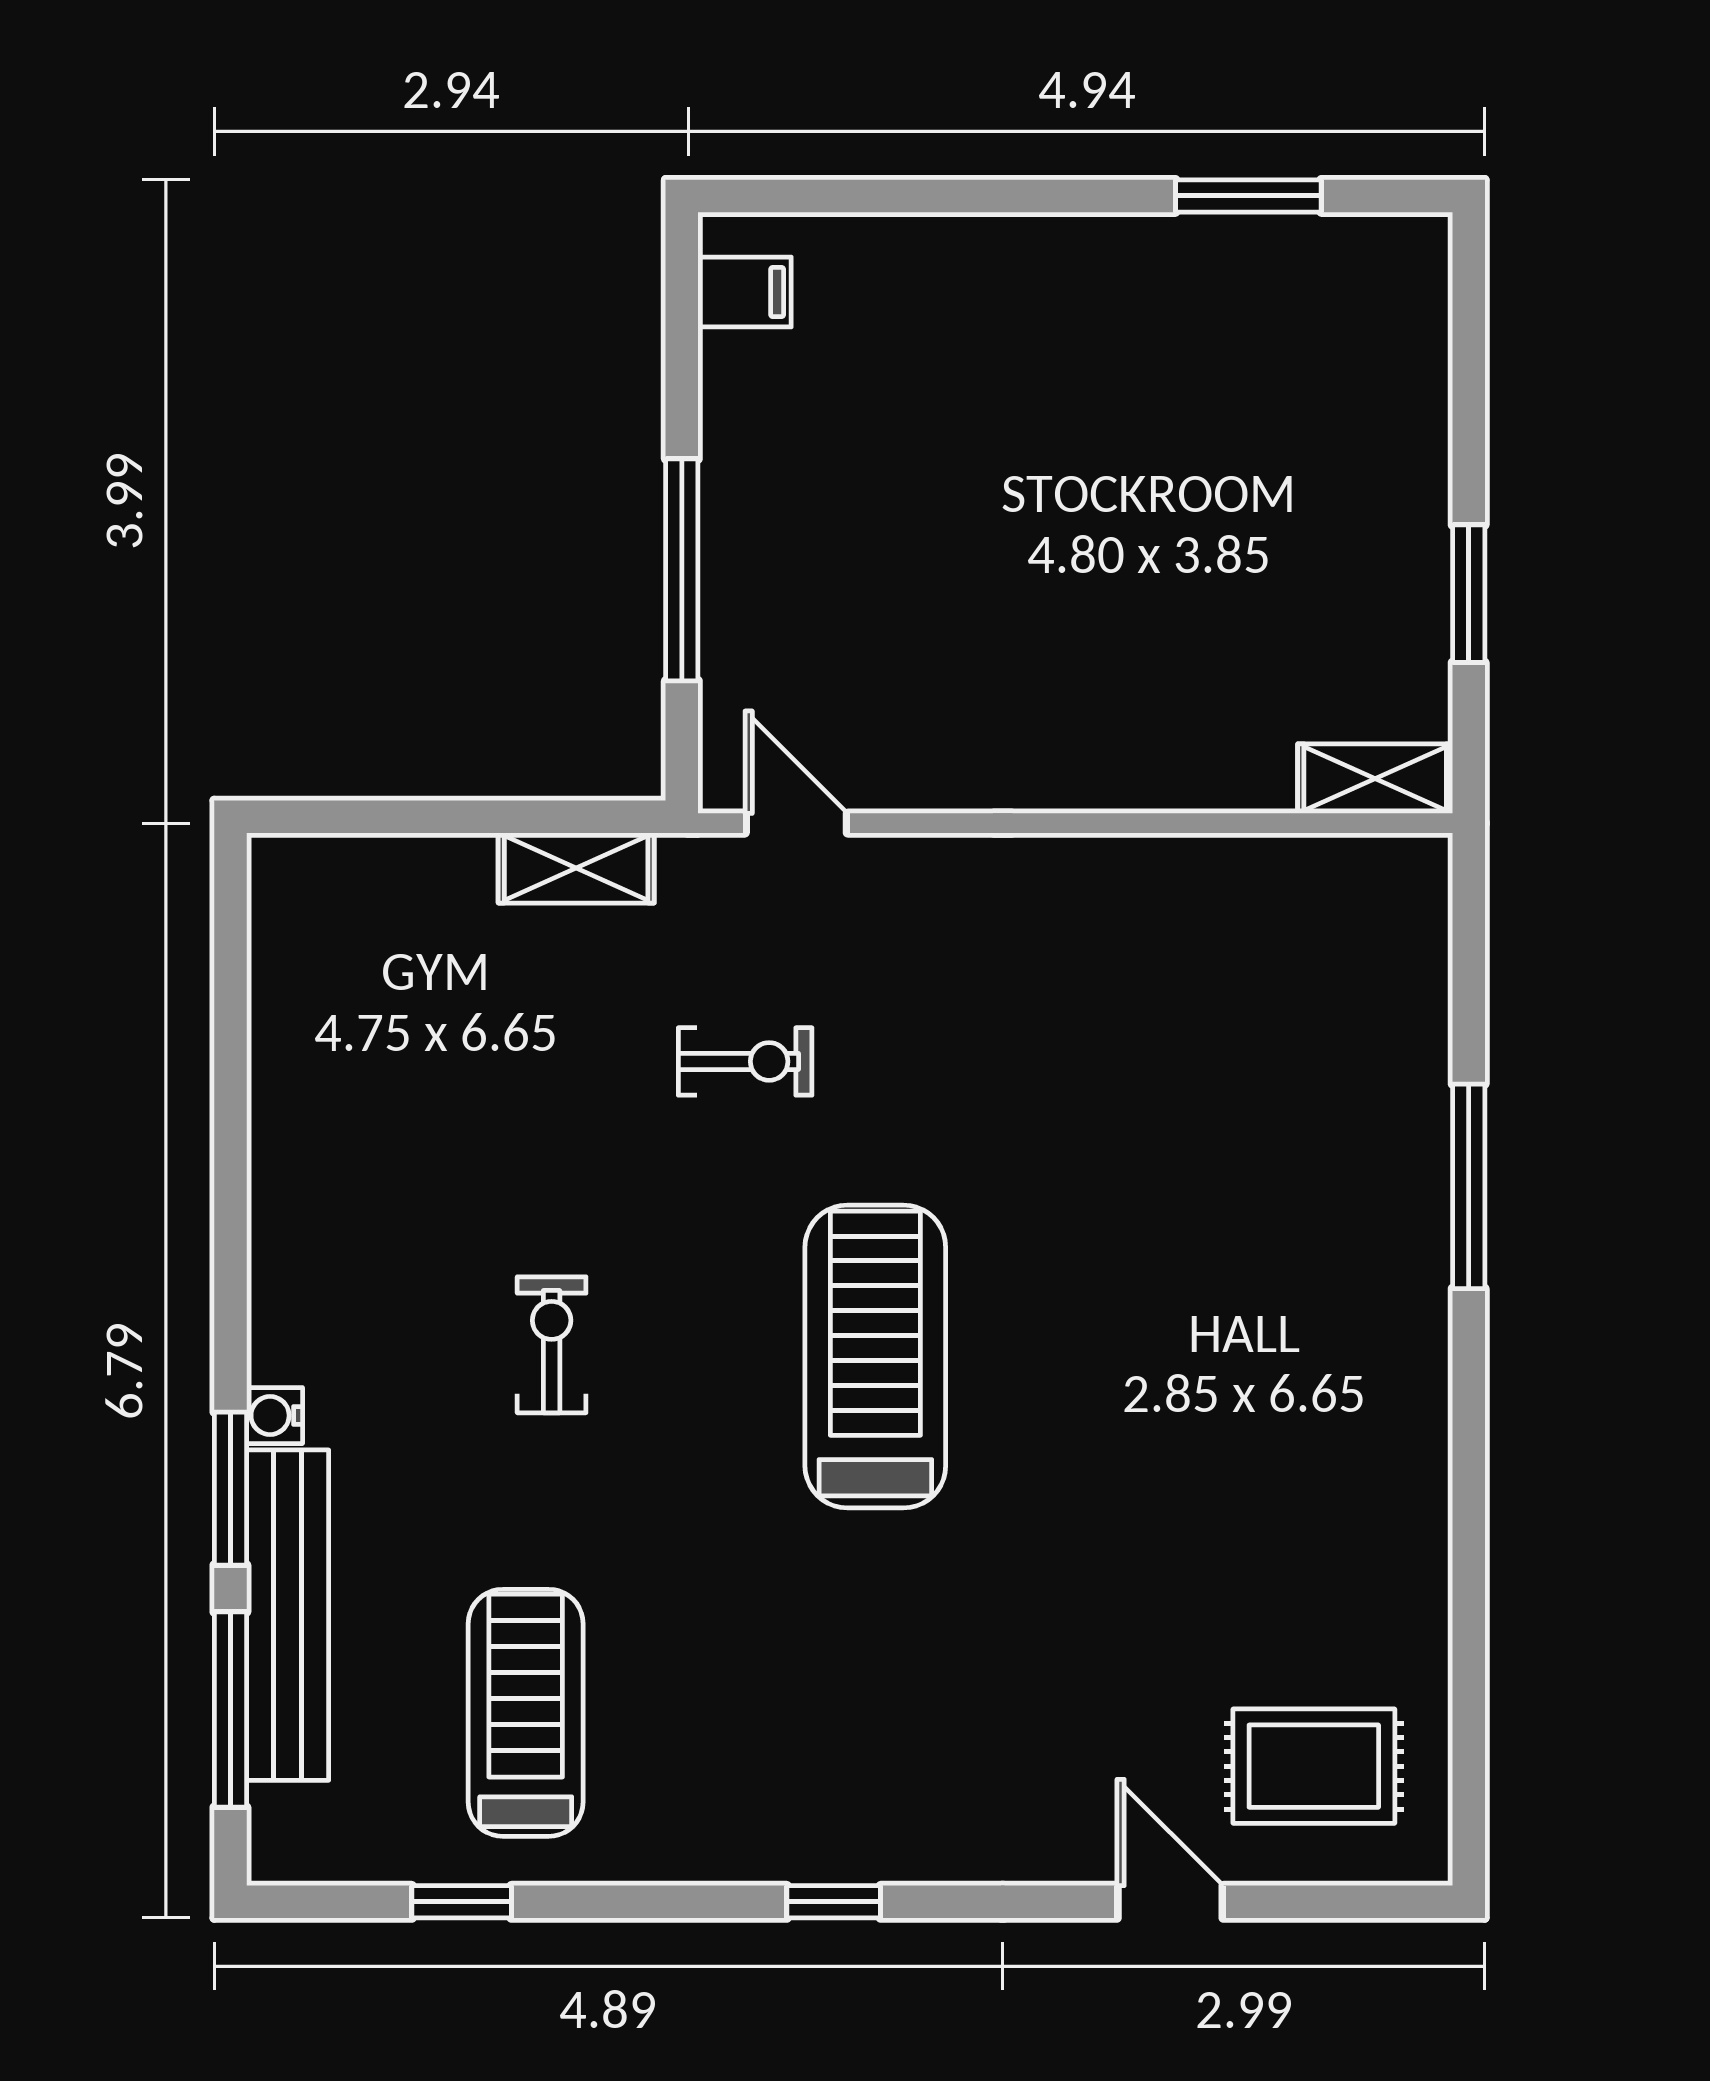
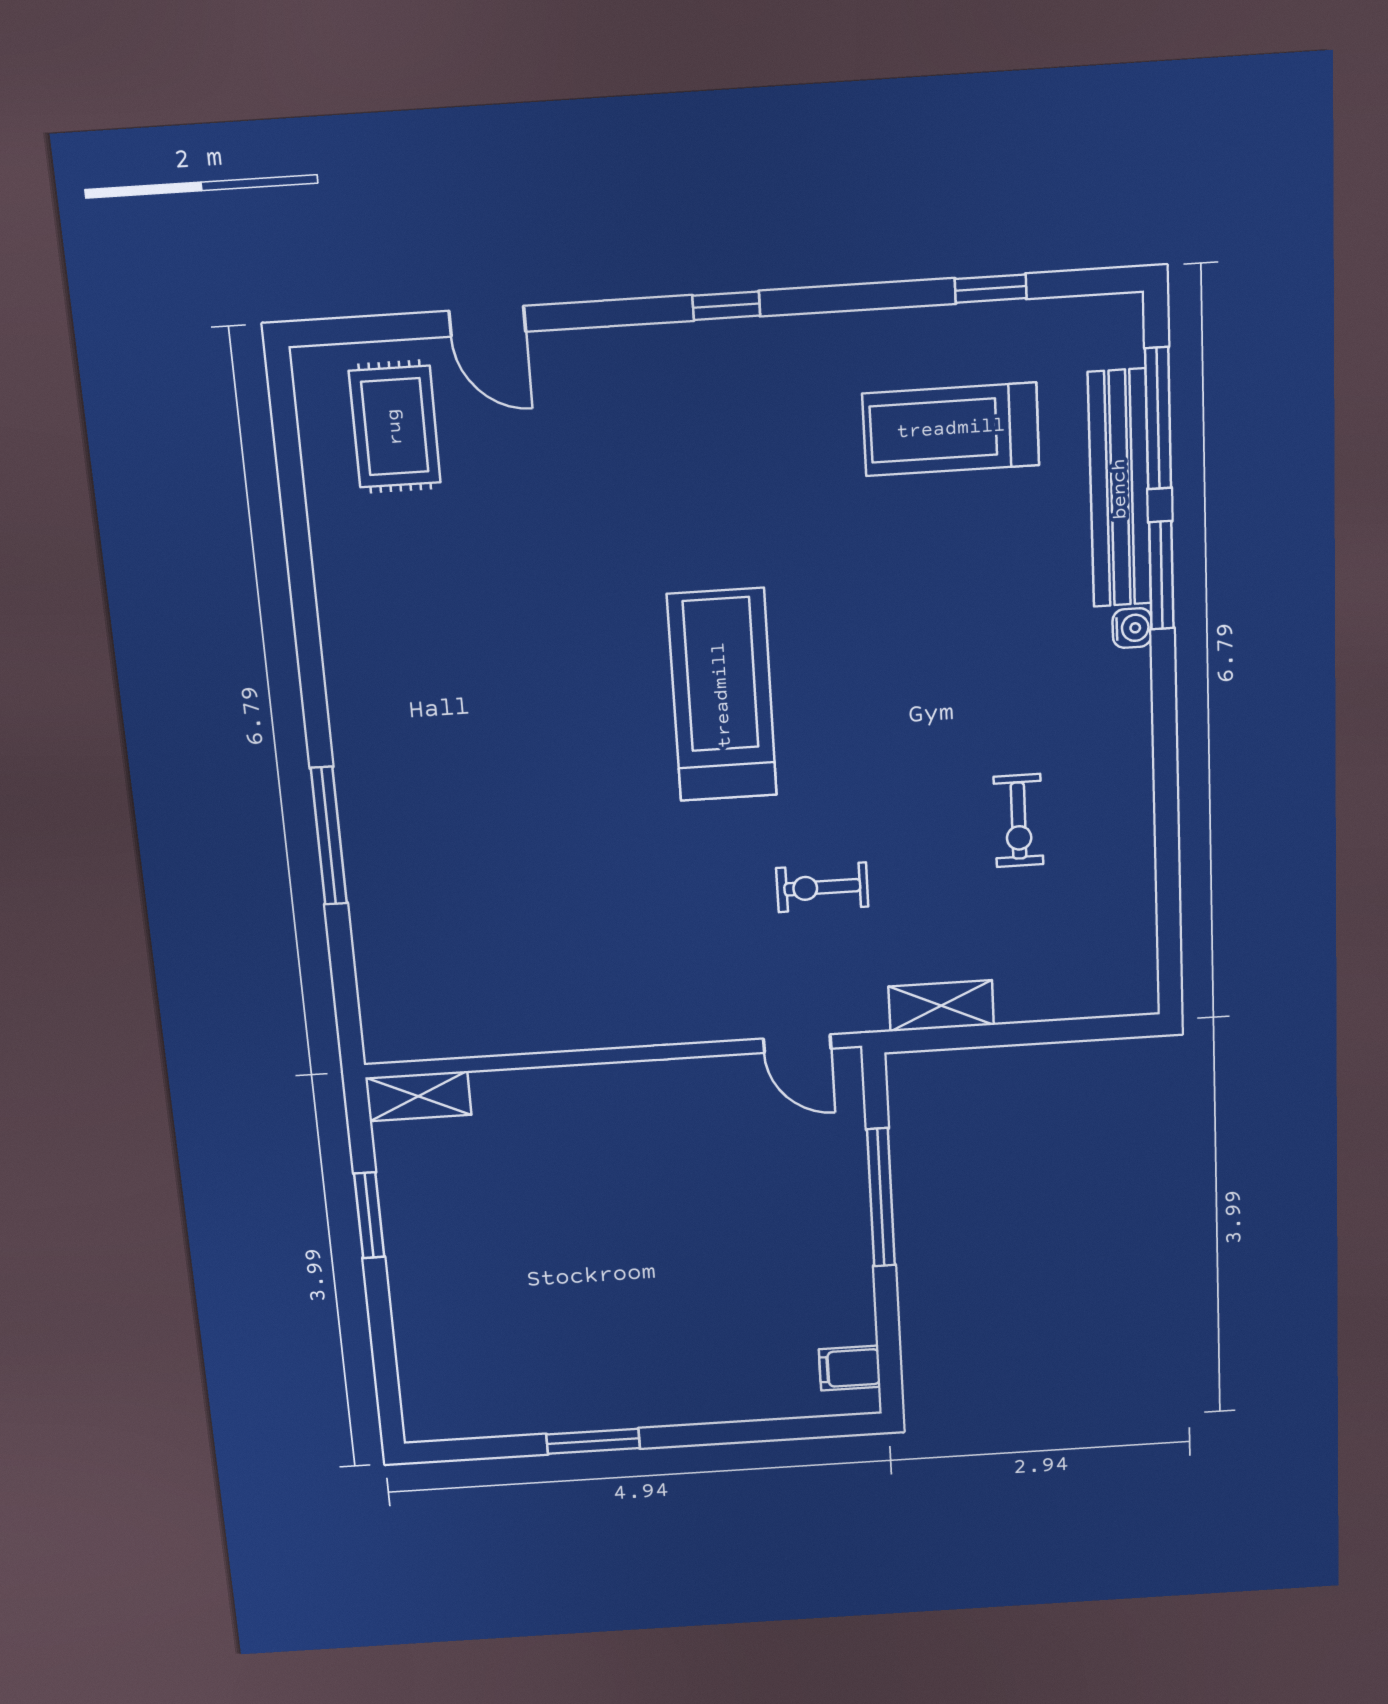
window: (1248, 196) -> (593, 1441), moved
exercise bike: (552, 1345) -> (1019, 821), moved
treadmill: (875, 1357) -> (722, 695), turned 180
treadmill: (526, 1713) -> (951, 429), turned 90
rug: (1314, 1766) -> (395, 427), turned 90

